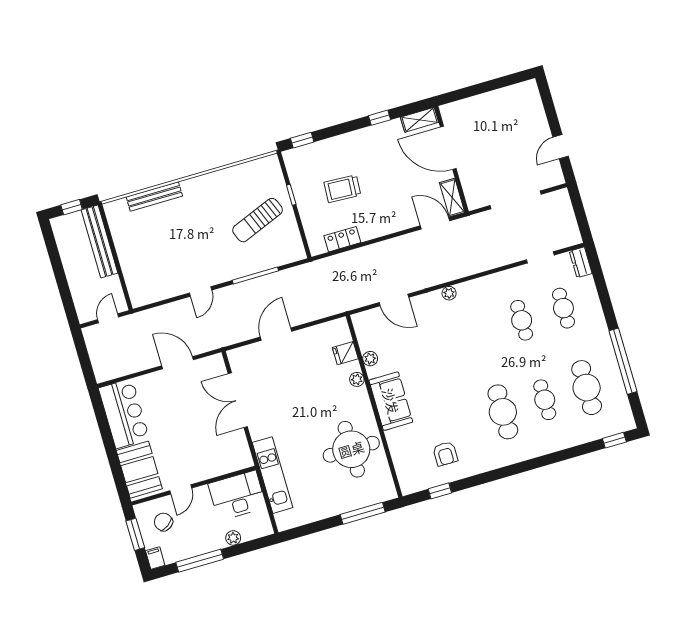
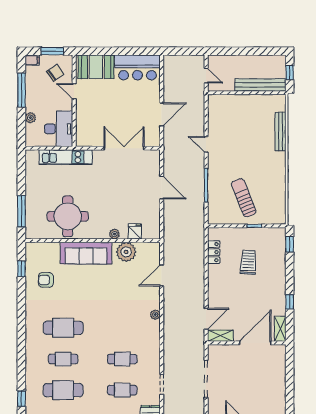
plant: (370, 359) -> (126, 252), width x1.88, depth x1.88
sofa: (391, 401) -> (86, 253), width x1.36

